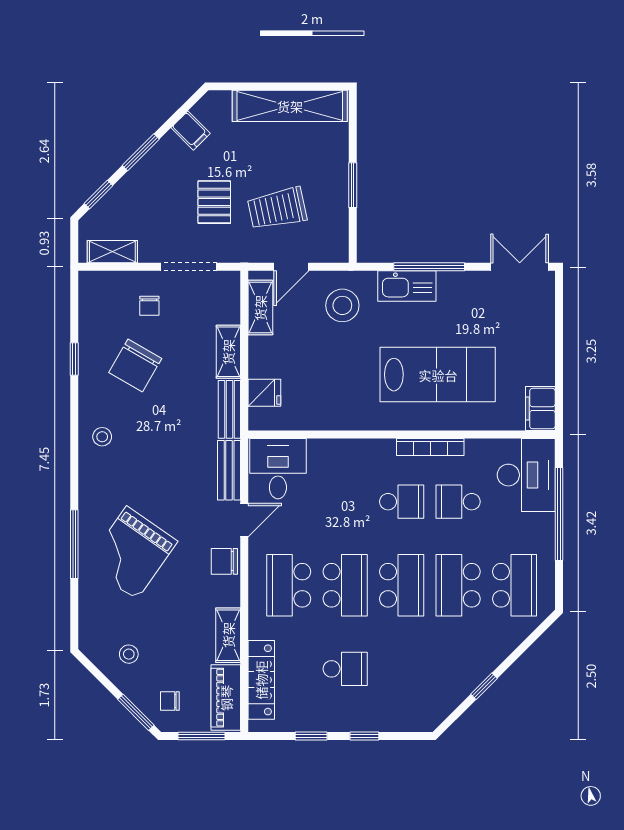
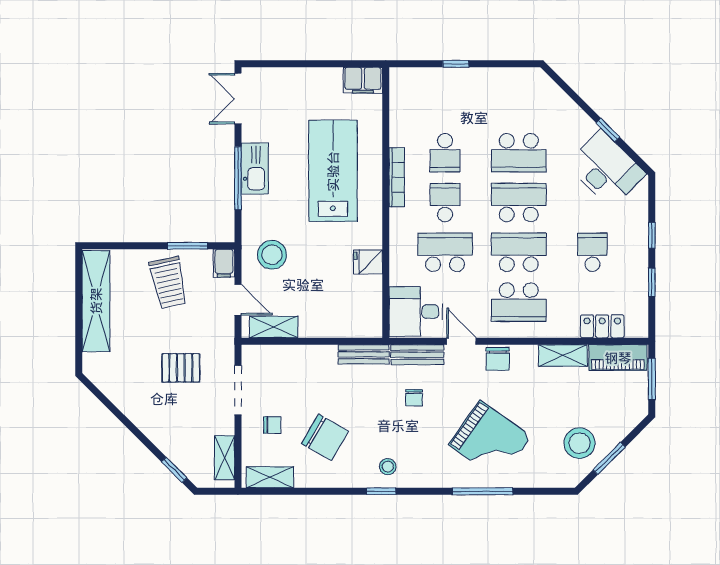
filing cabinet: (191, 131) -> (224, 263), moved, turned 135
window: (141, 152) -> (137, 433), removed
window: (353, 185) -> (188, 246), moved
trolley: (277, 209) -> (168, 282), moved
kitchen sink: (407, 286) -> (255, 169), moved
shelving: (228, 352) -> (270, 477), moved
window: (74, 359) -> (381, 491), moved
fridge: (264, 393) -> (368, 262), moved, turned -90
desk: (526, 475) -> (606, 169), moved, turned 45
window: (559, 514) -> (456, 64), width x0.32
school desk: (515, 585) -> (445, 252), moved
stool: (129, 654) -> (579, 443), width x1.89, depth x1.89
locker: (261, 680) -> (602, 326), width x0.66
chair: (170, 701) -> (414, 398), moved
window: (136, 712) -> (609, 458), moved

